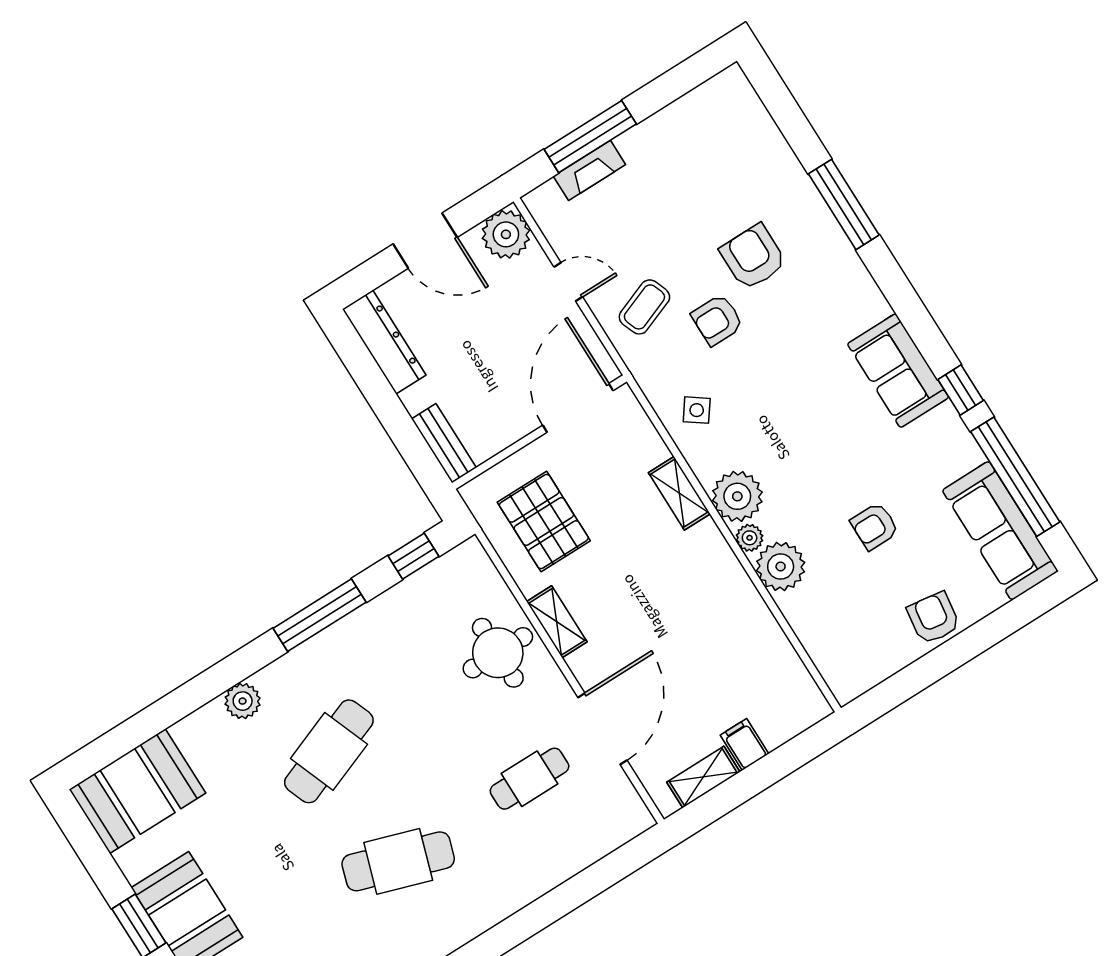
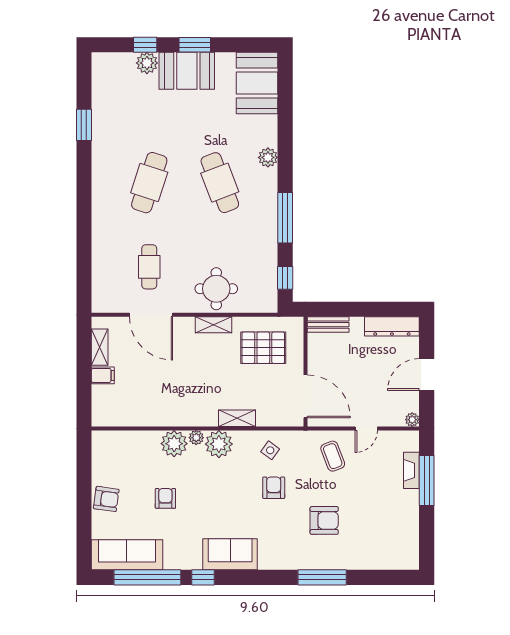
plant: (506, 234) -> (412, 420), width x0.53, depth x0.53
armchair: (717, 320) -> (274, 488), moved

